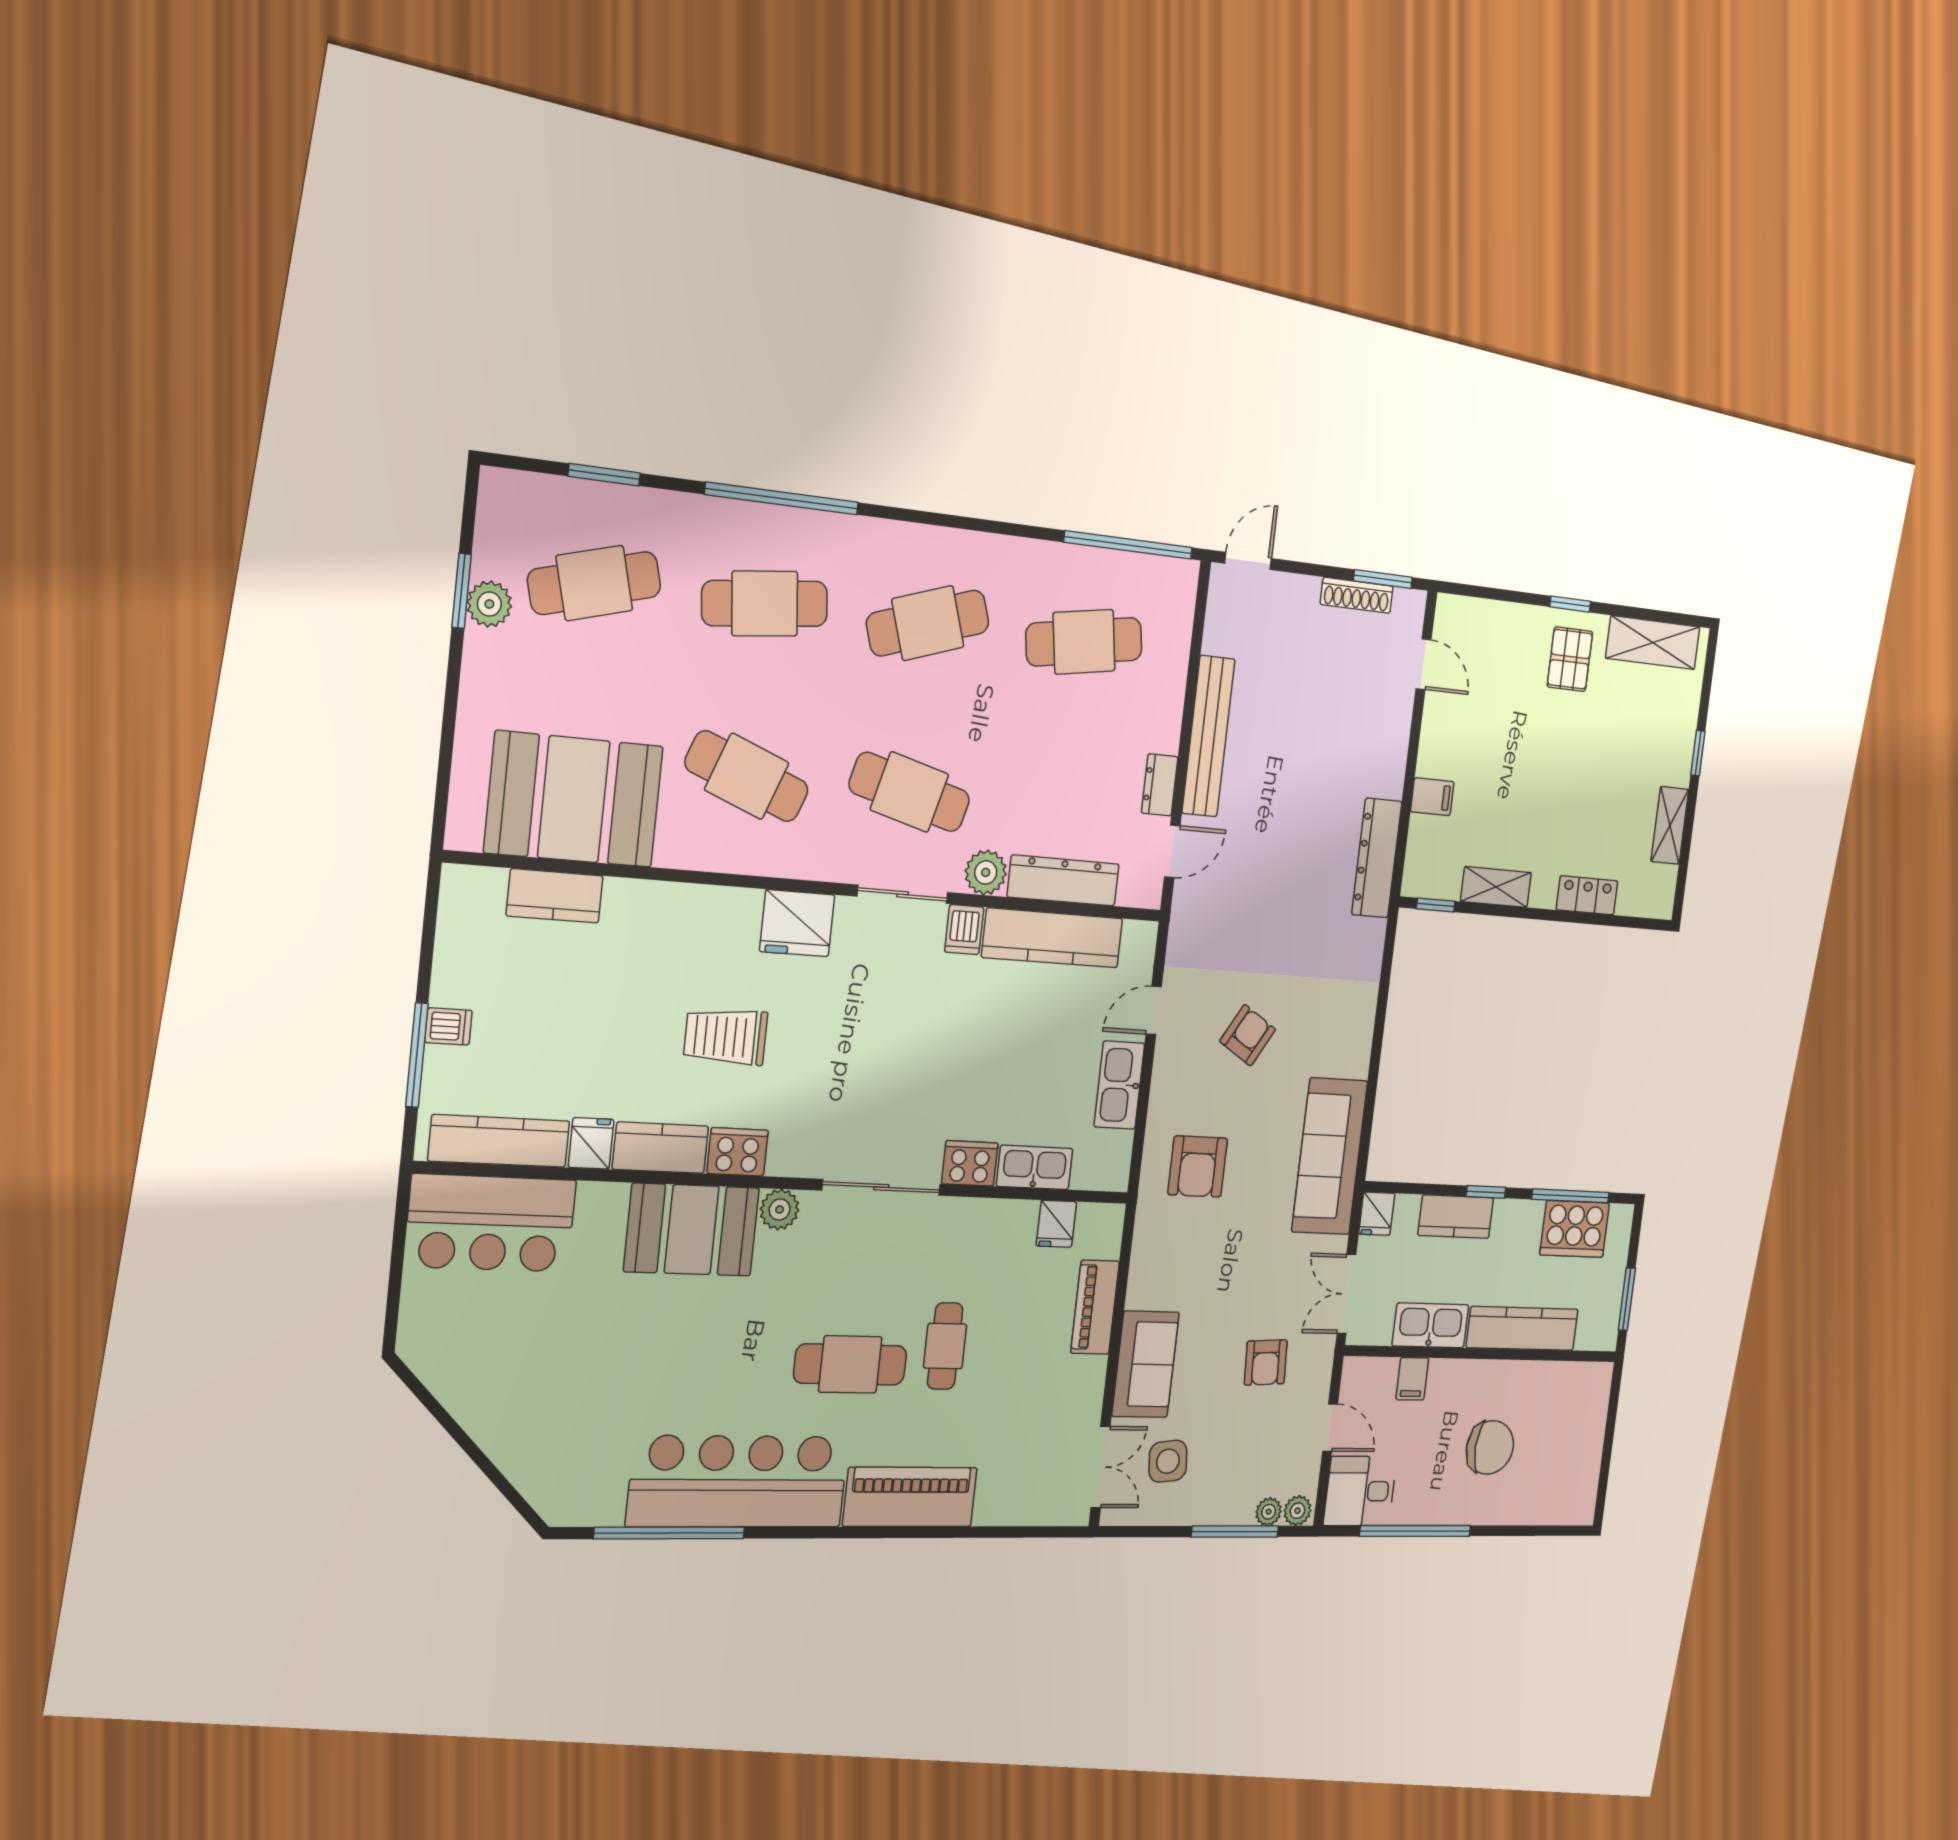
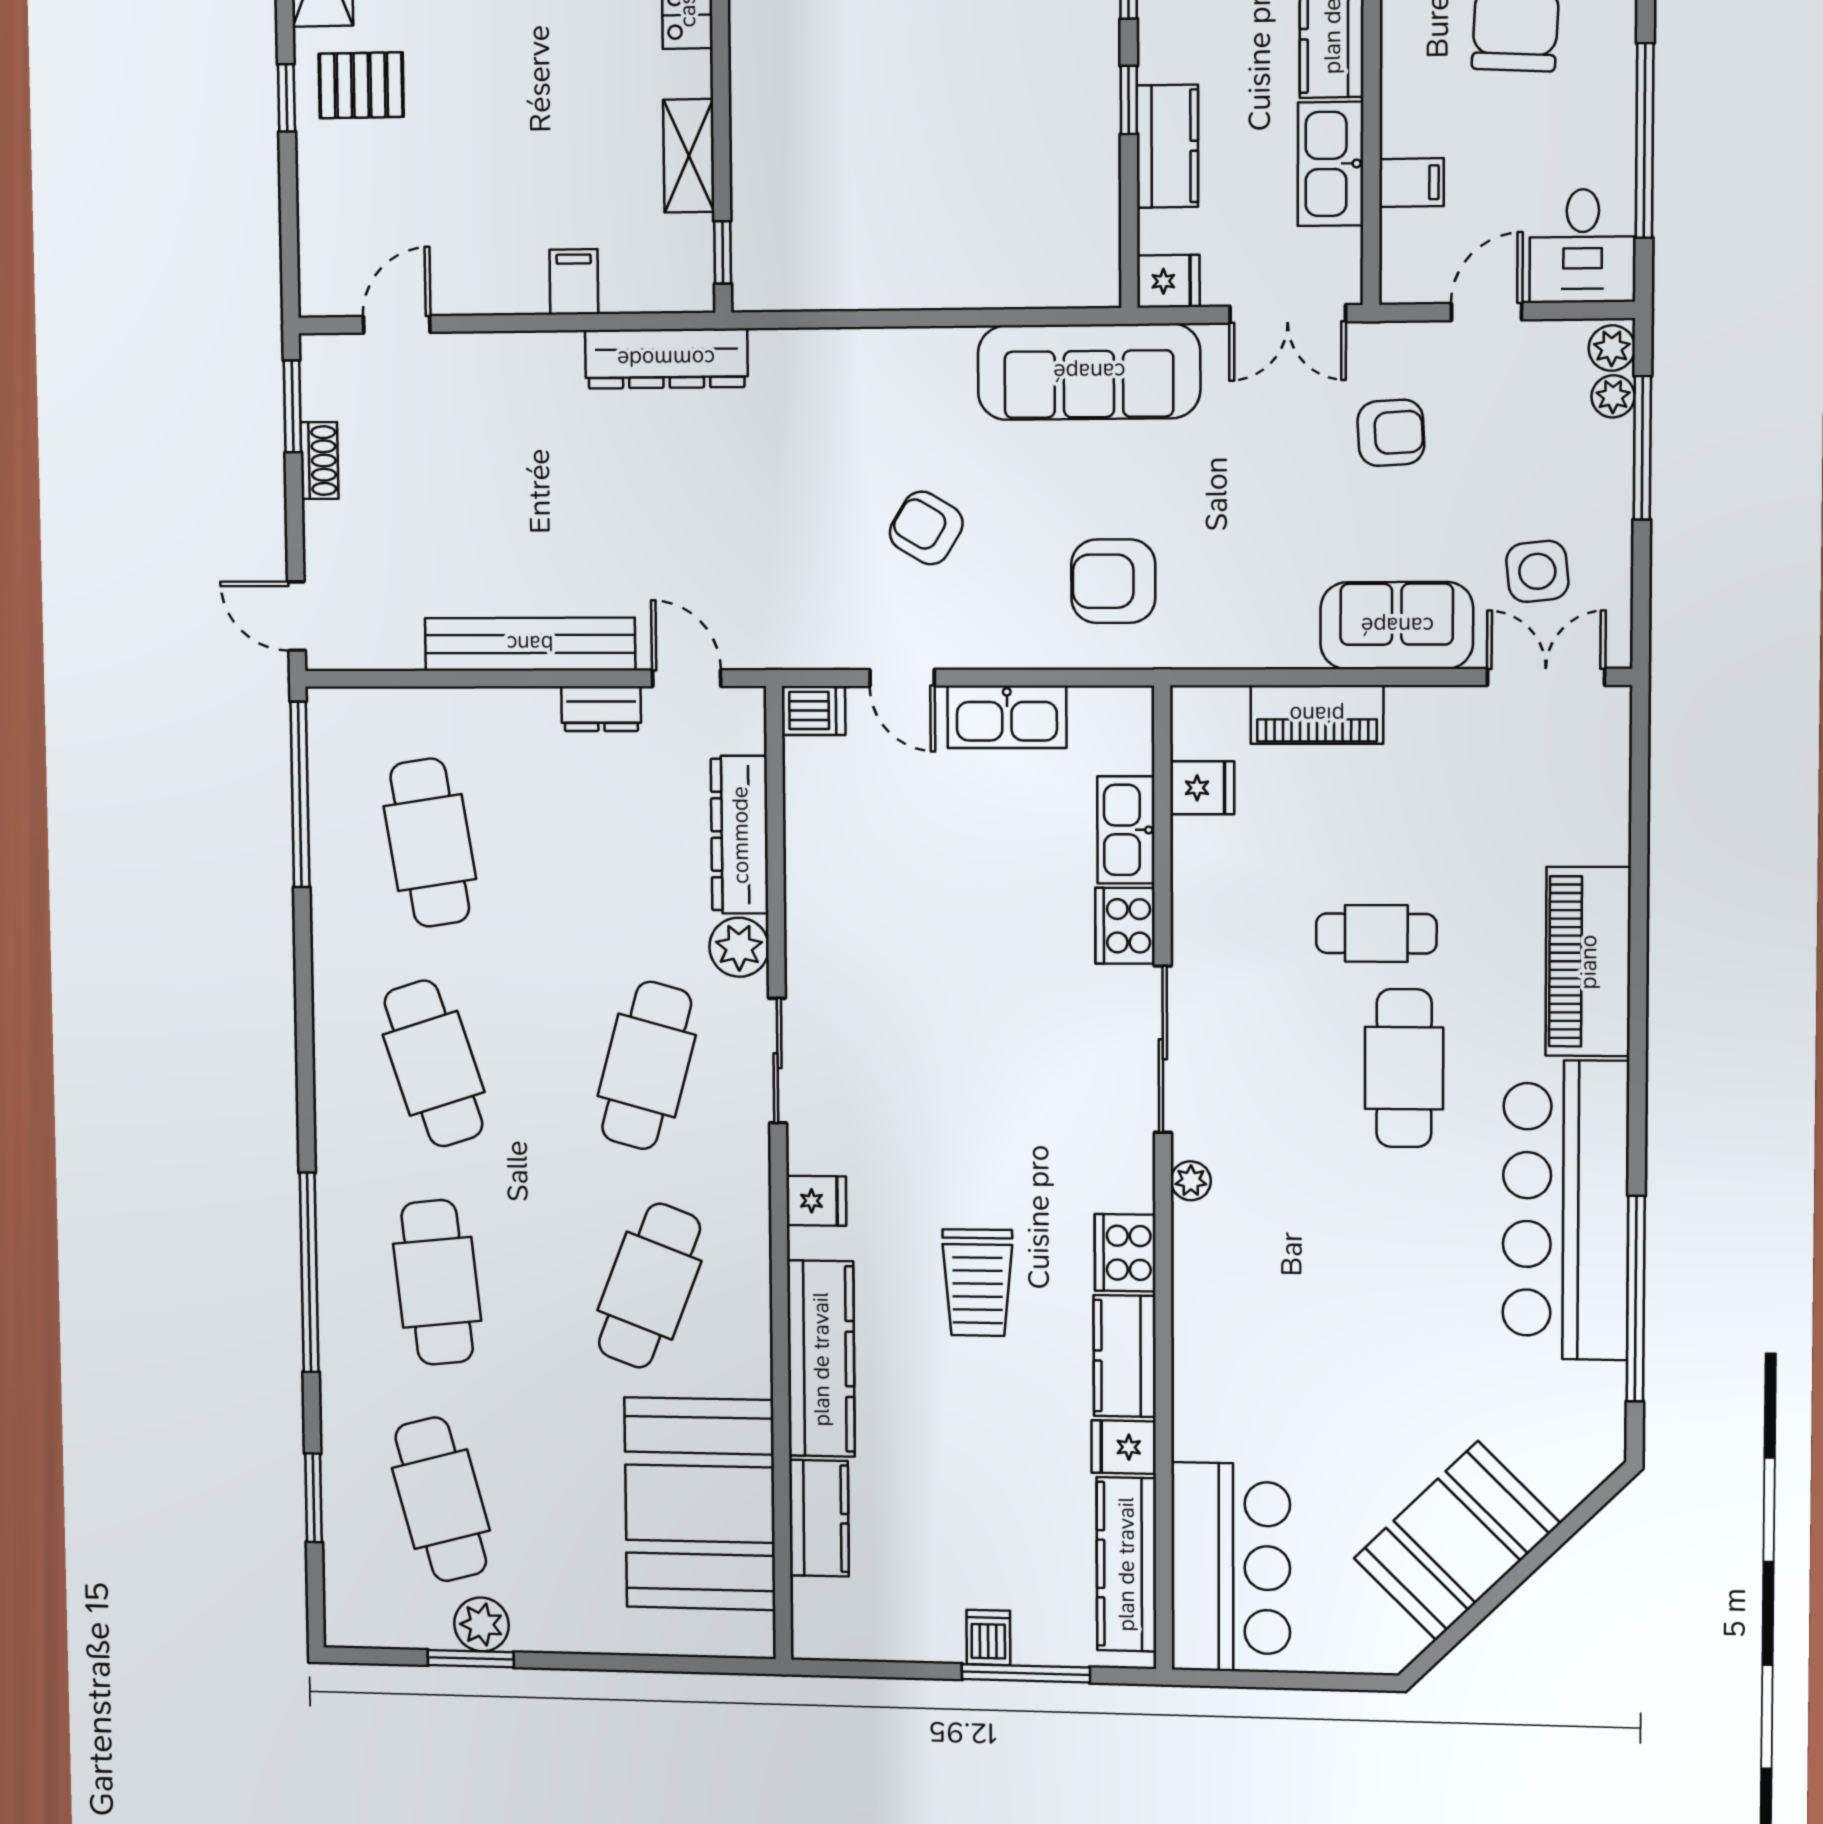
shoe rack: (1357, 595) -> (319, 461), width x0.70
fridge: (797, 923) -> (816, 1201), width x0.53, depth x0.75
dishwasher: (964, 930) -> (813, 710), moved
kitchen counter: (1052, 938) -> (821, 1359), moved
armchair: (1198, 1166) -> (1113, 581), turned 180
plant: (780, 1210) -> (1191, 1181), width x0.73, depth x0.73
booth: (692, 1230) -> (1457, 1541), moved, turned 45

